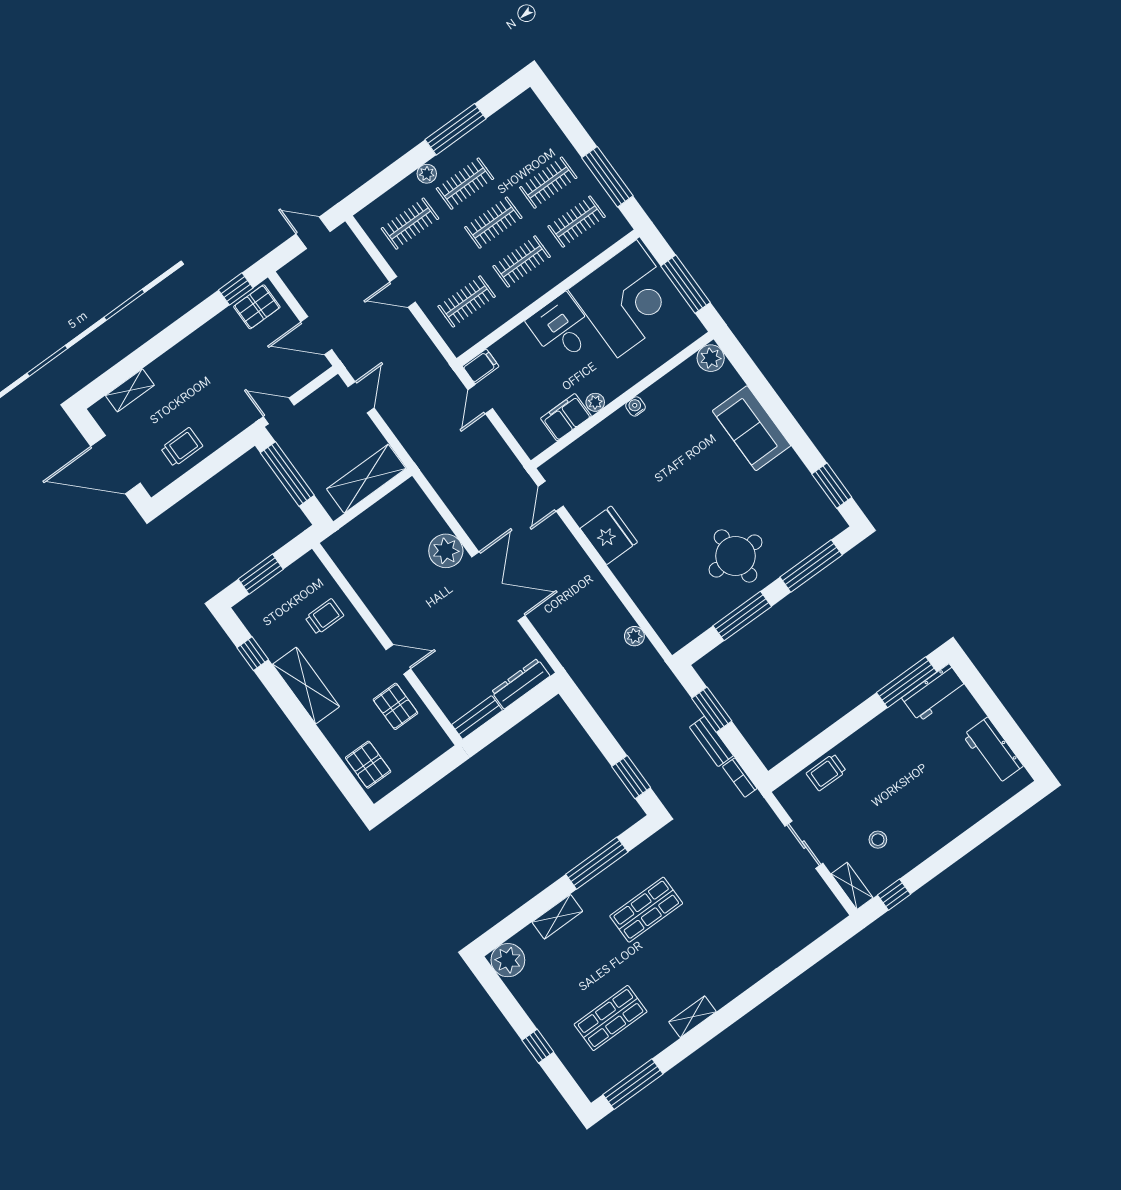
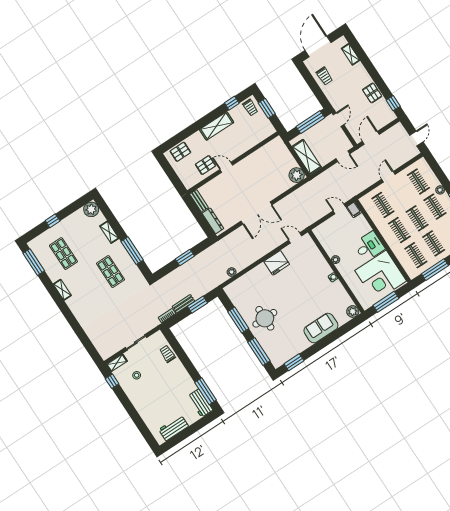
pallet: (257, 307) -> (372, 93), moved
filing cabinet: (566, 417) -> (330, 246), removed
plant: (446, 551) -> (297, 175), moved
trolley: (324, 617) -> (250, 107), moved
door: (398, 659) -> (226, 167), swing flipped
window: (631, 777) -> (185, 257), moved

